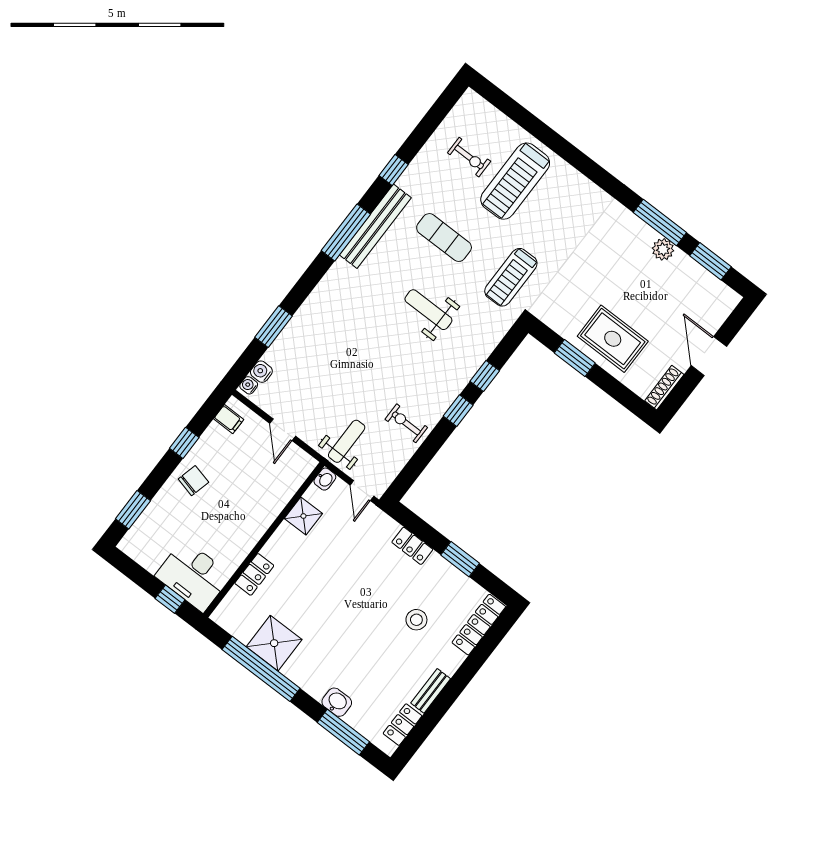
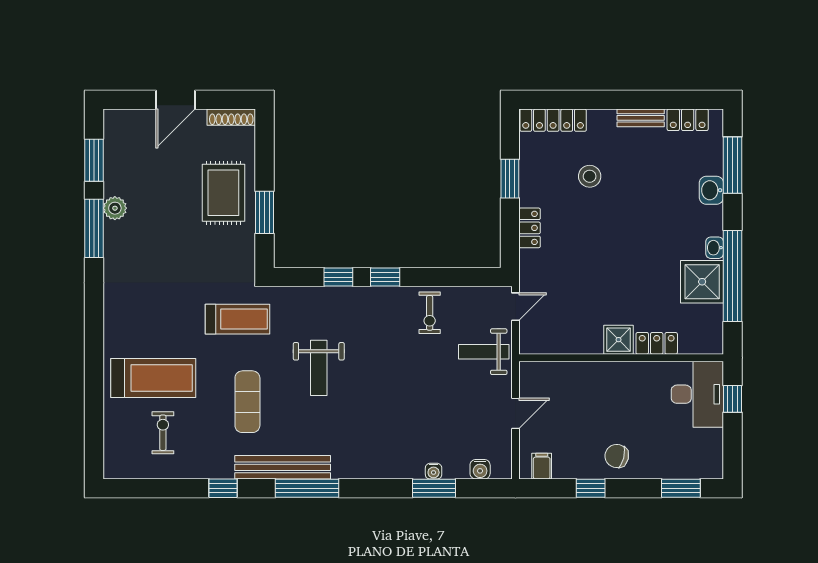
water cooler: (249, 385) -> (434, 471), moved
washbasin: (325, 479) -> (715, 248), moved, turned -90
shower: (303, 516) -> (619, 340), moved

